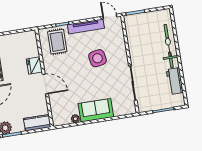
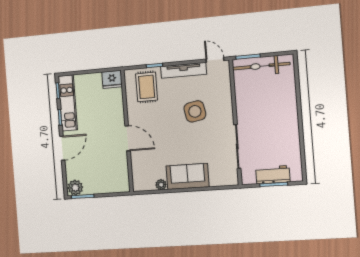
bicycle: (169, 46) -> (261, 66), moved, turned -90
fridge: (34, 65) -> (112, 79), moved, turned -90
workbench: (175, 81) -> (273, 175), moved, turned 90
kitchen counter: (37, 123) -> (114, 185), removed

